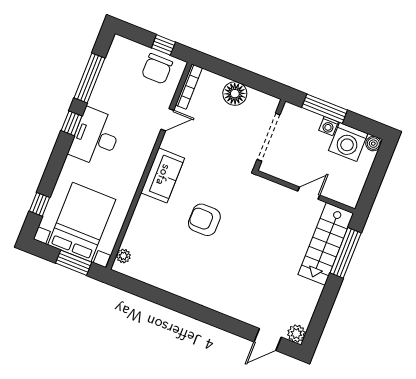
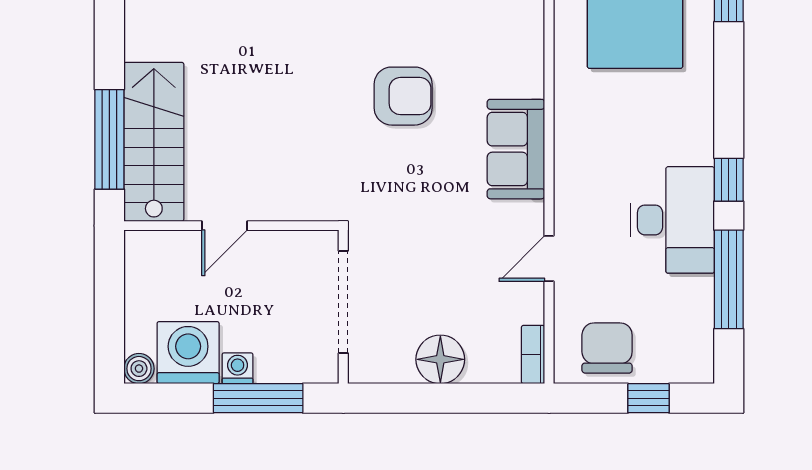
window: (163, 45) -> (648, 398), moved
bookcase: (189, 87) -> (533, 354), width x0.64
desk: (96, 137) -> (673, 220), moved

